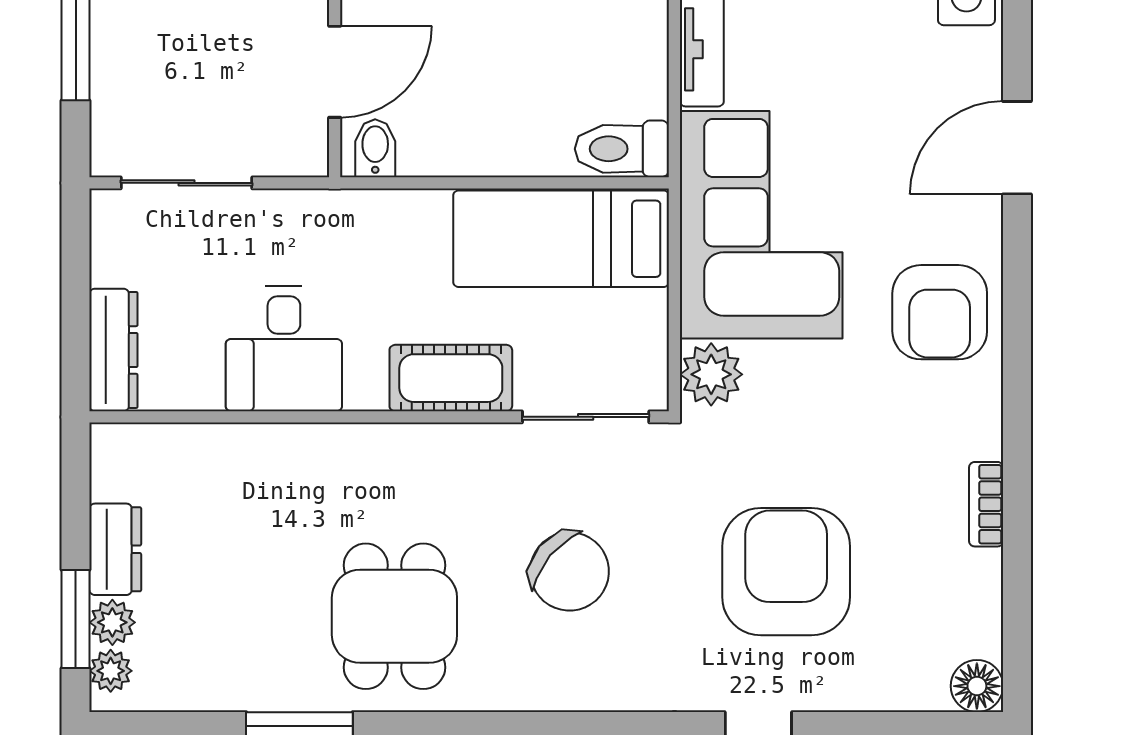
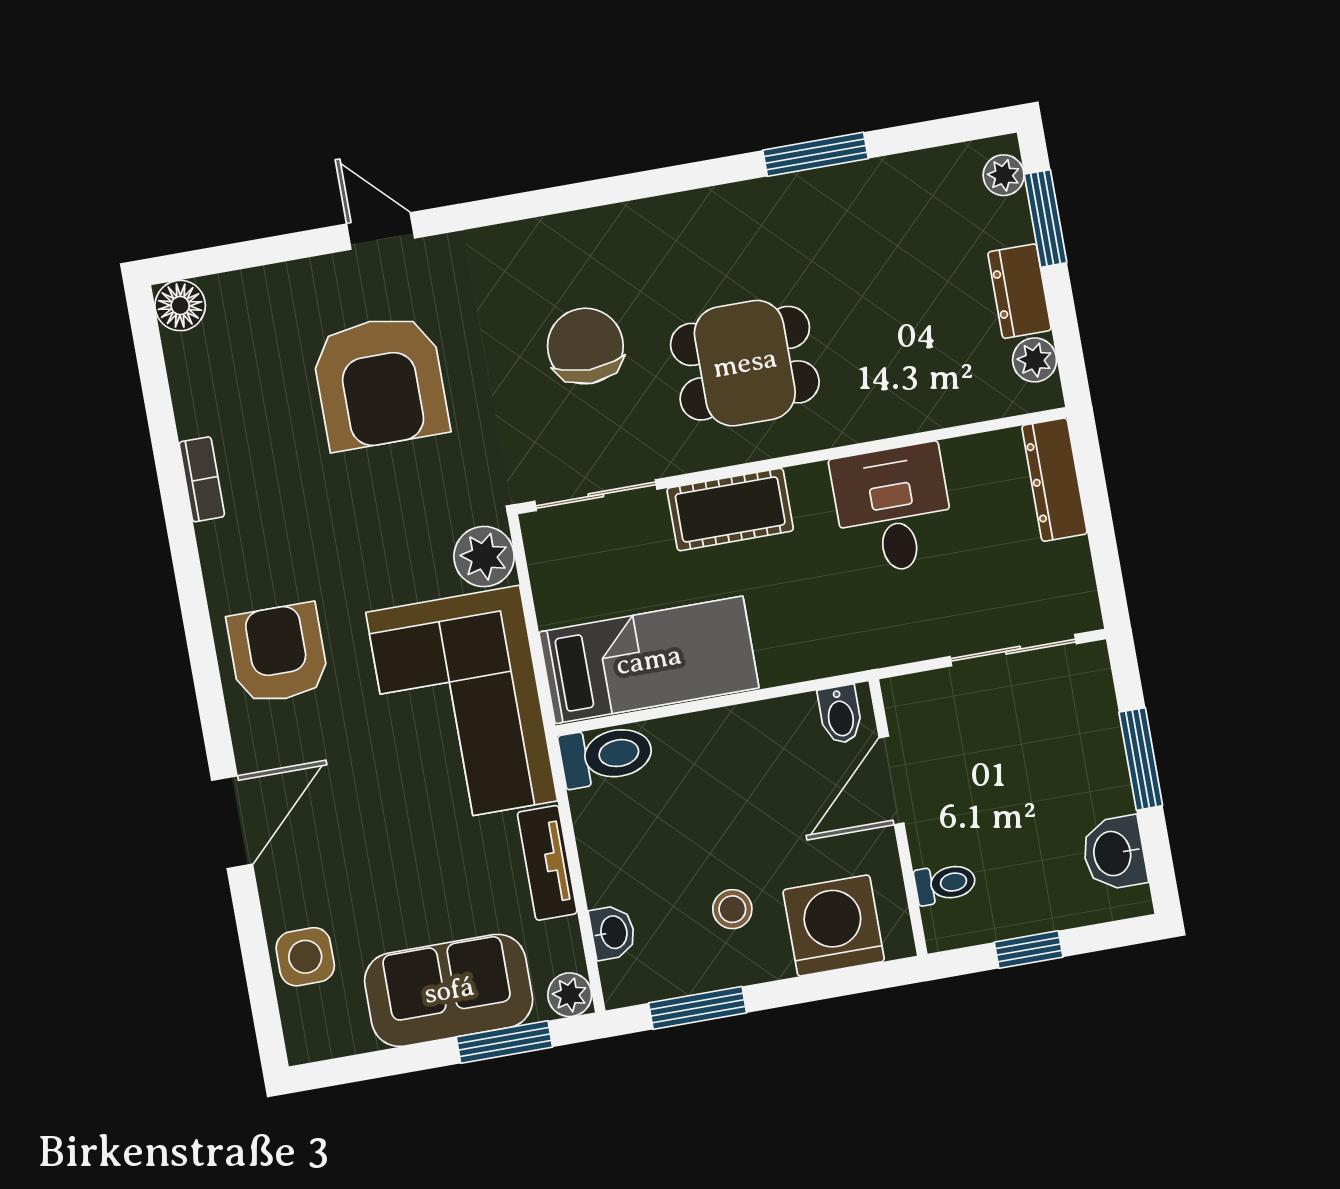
chair: (569, 571) -> (585, 346), turned 50
dining table: (394, 616) -> (745, 363), moved, turned 90
plant: (112, 622) -> (1035, 360), moved

